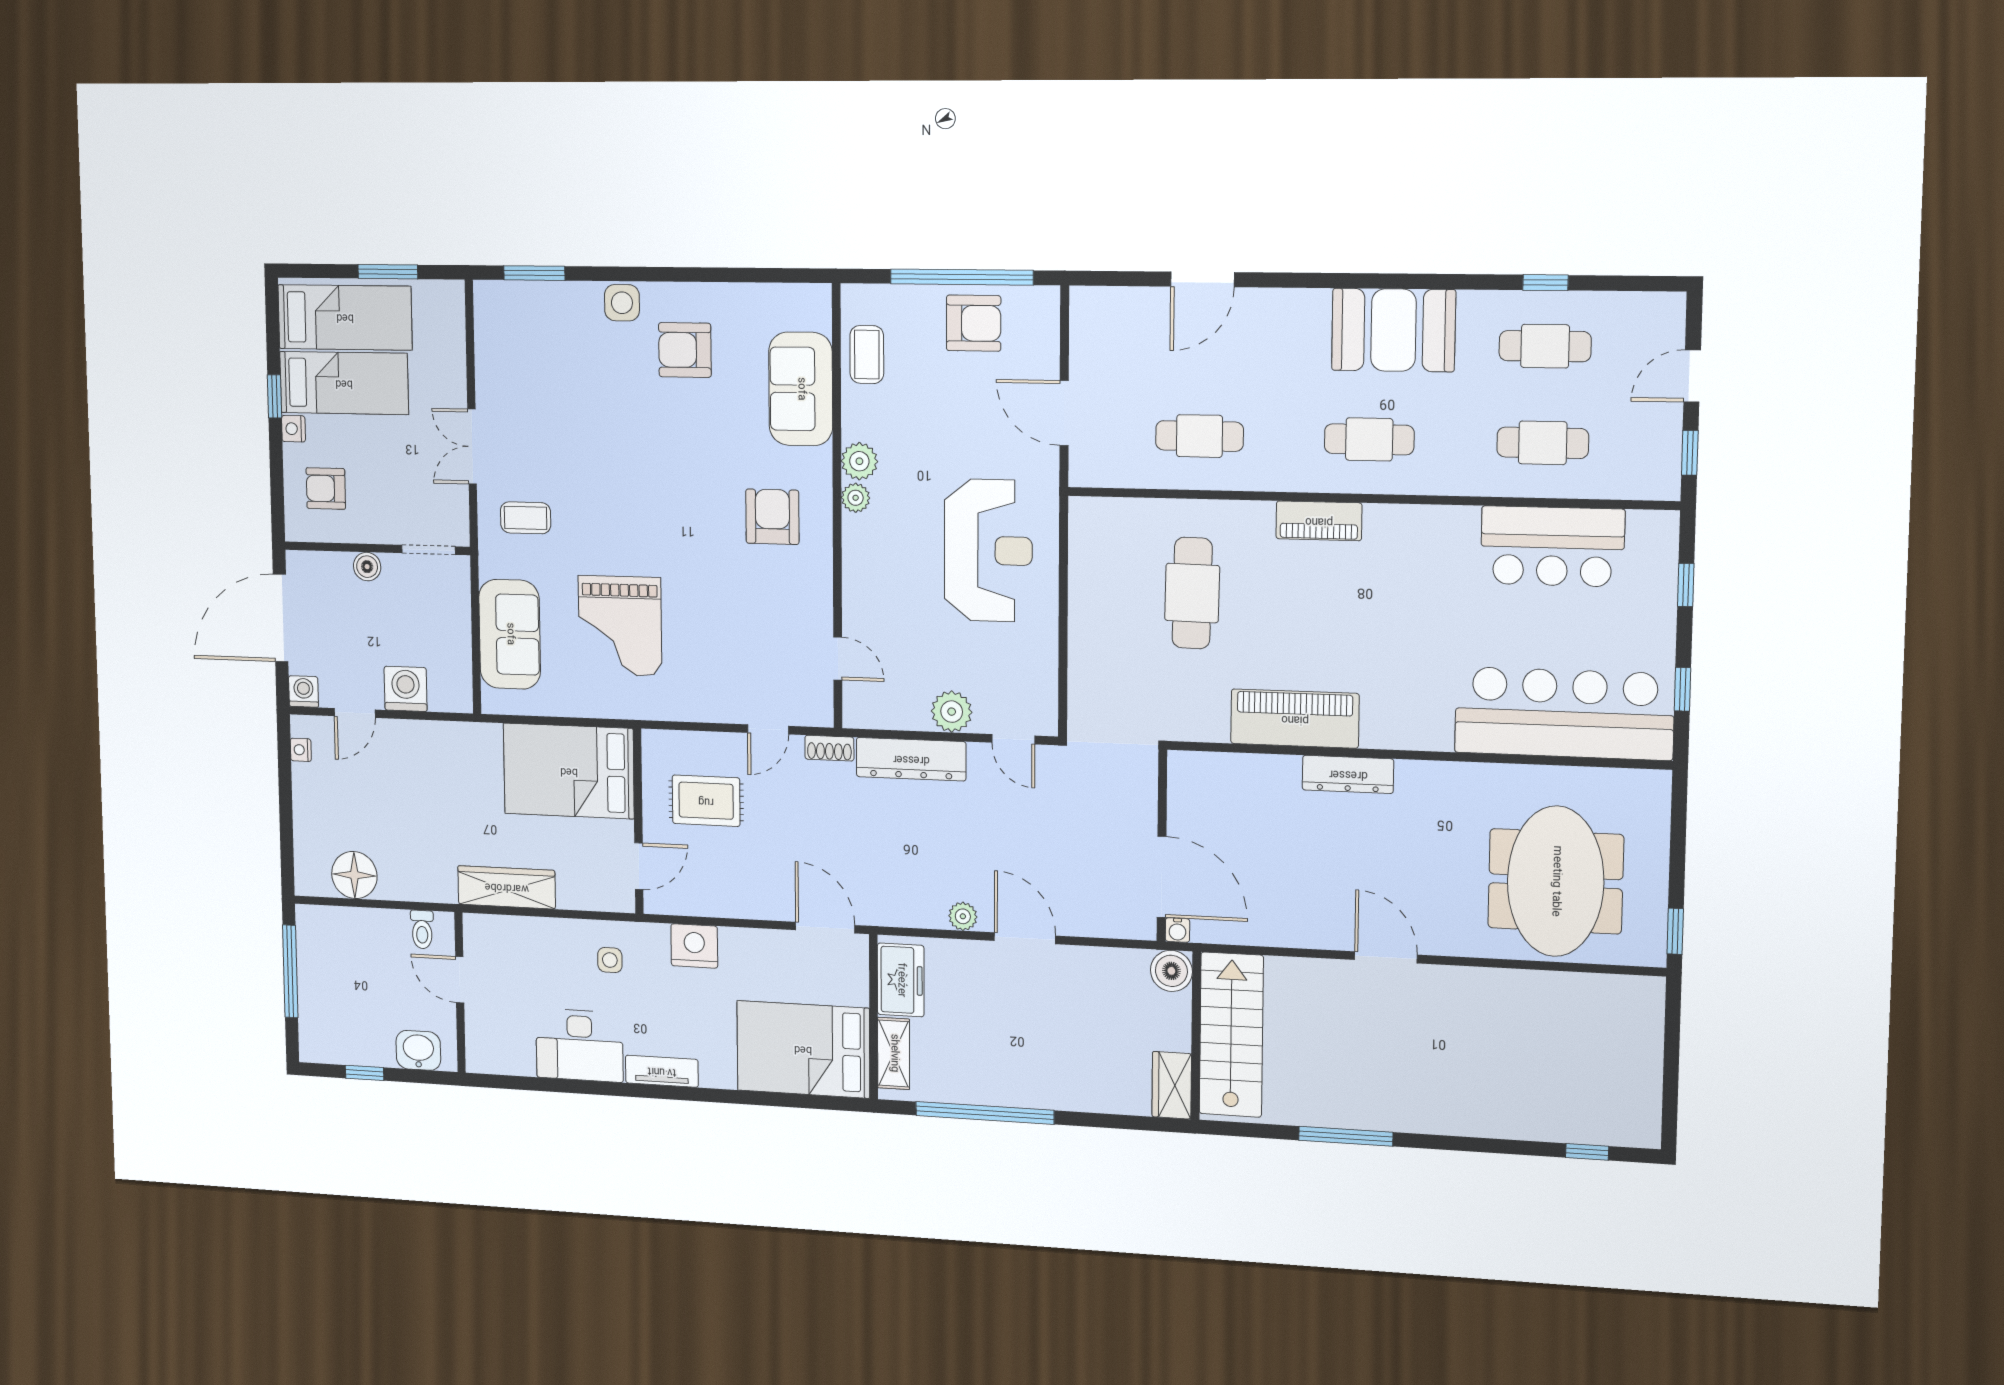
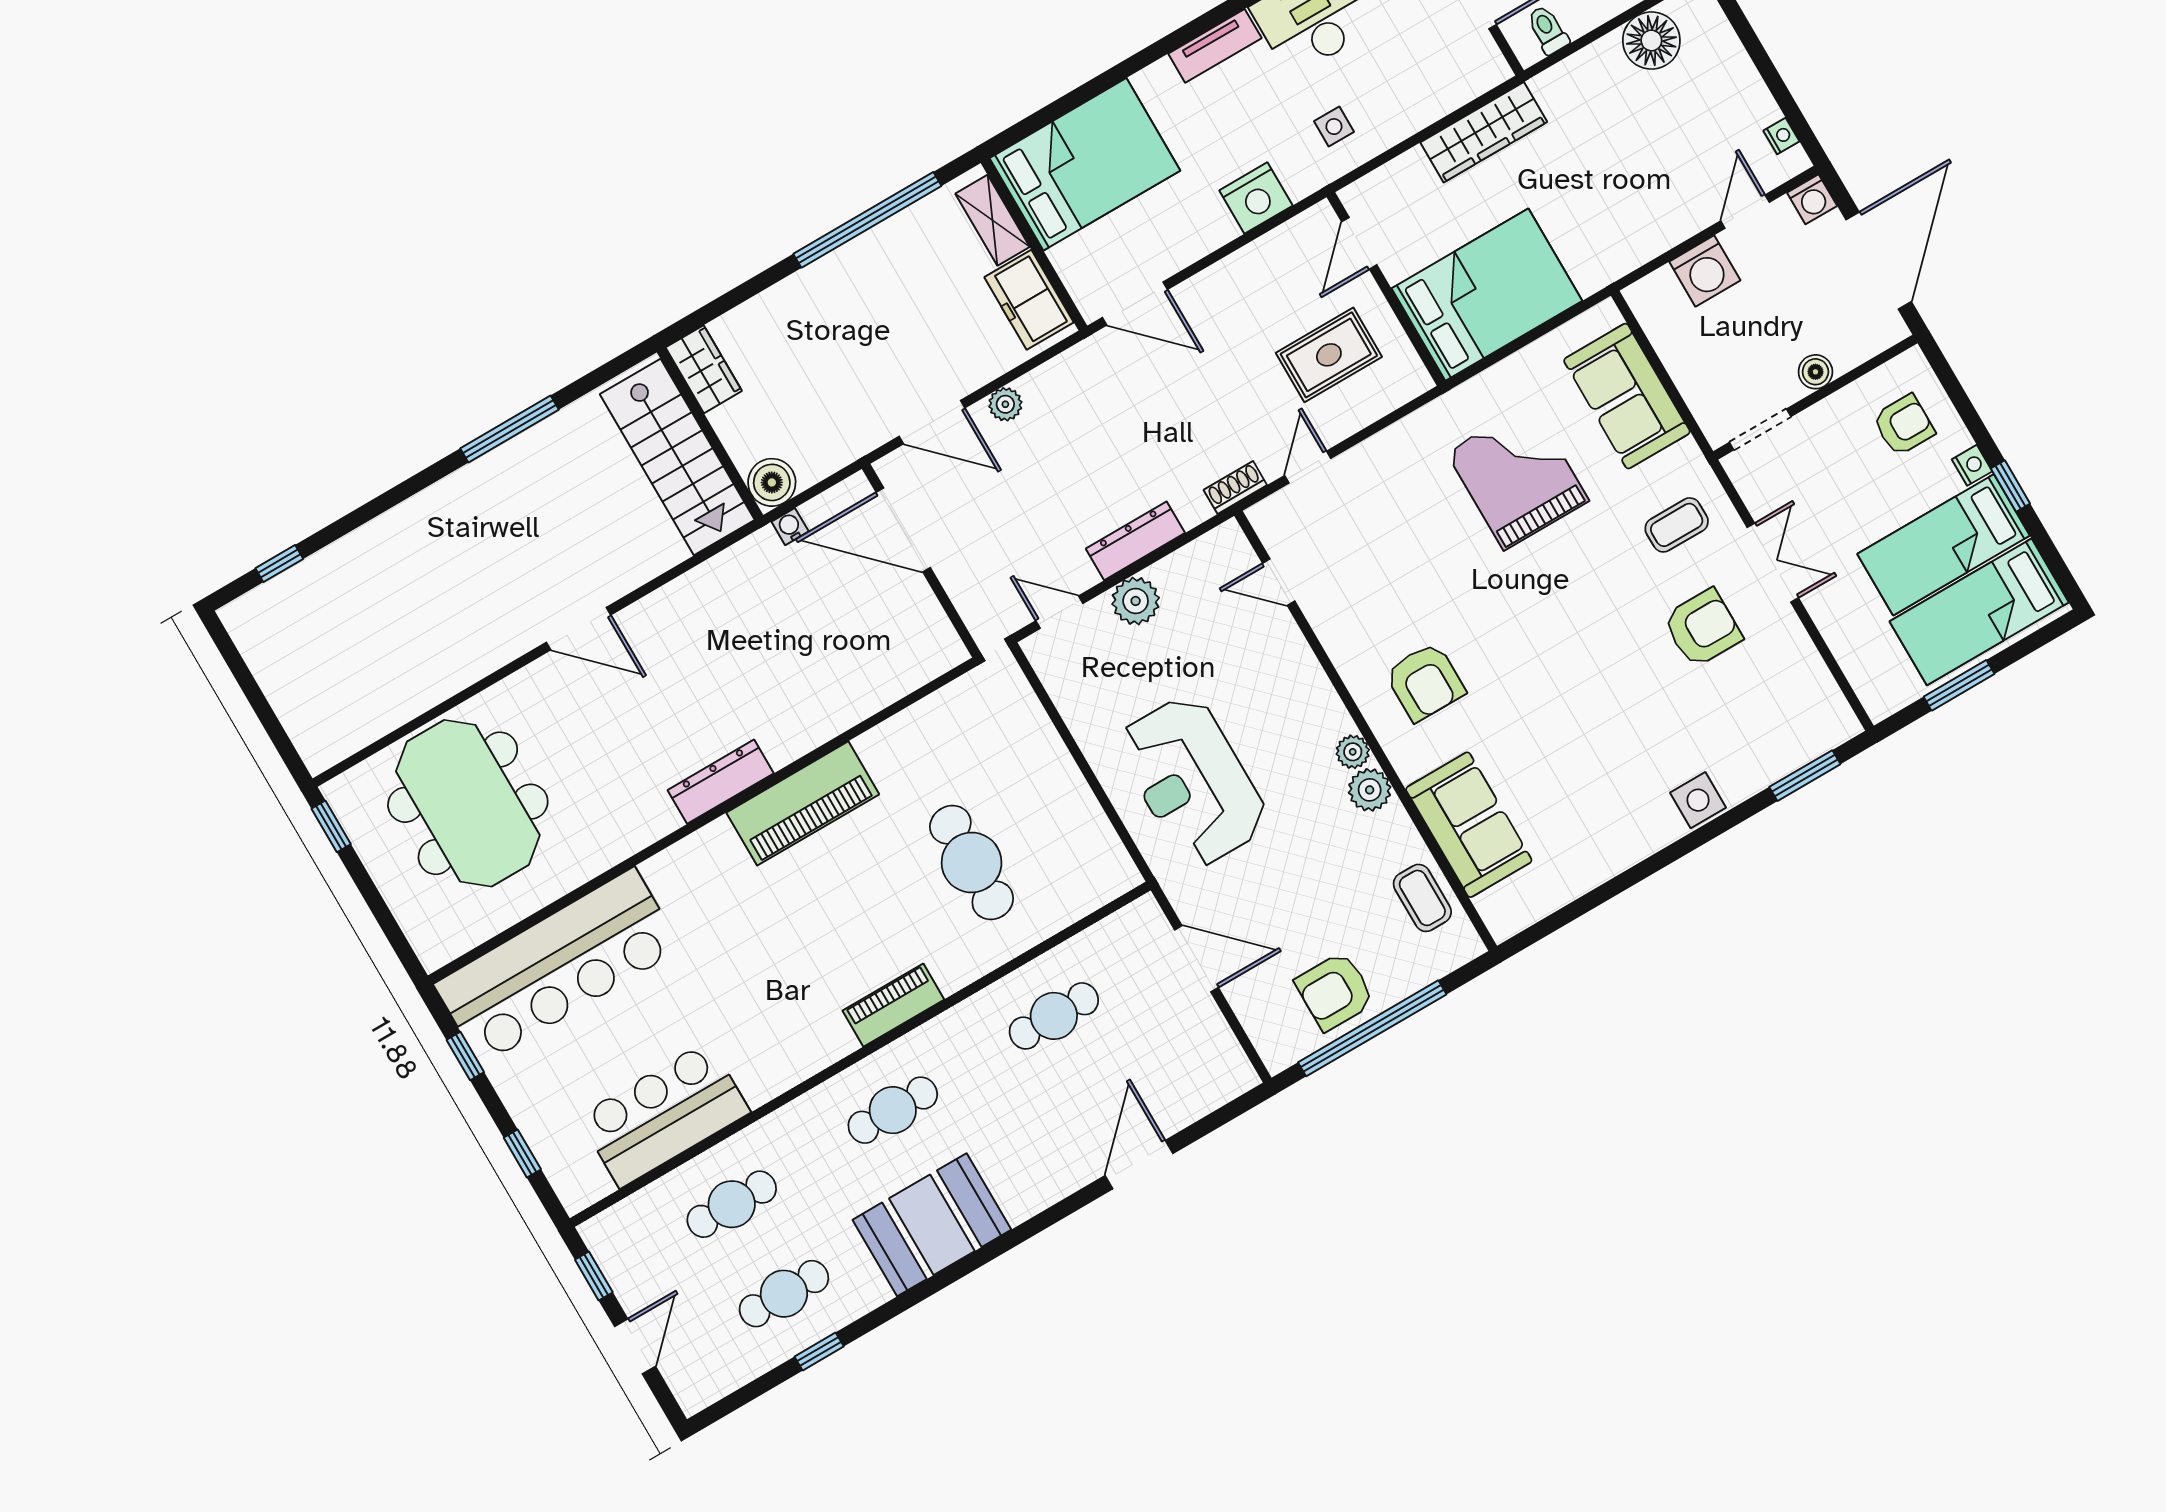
armchair: (685, 350) -> (1703, 628), moved
dresser: (911, 759) -> (1135, 541), width x0.73, depth x0.80
wall: (1162, 846) -> (921, 561), moved
door: (1162, 877) -> (903, 530), moved

